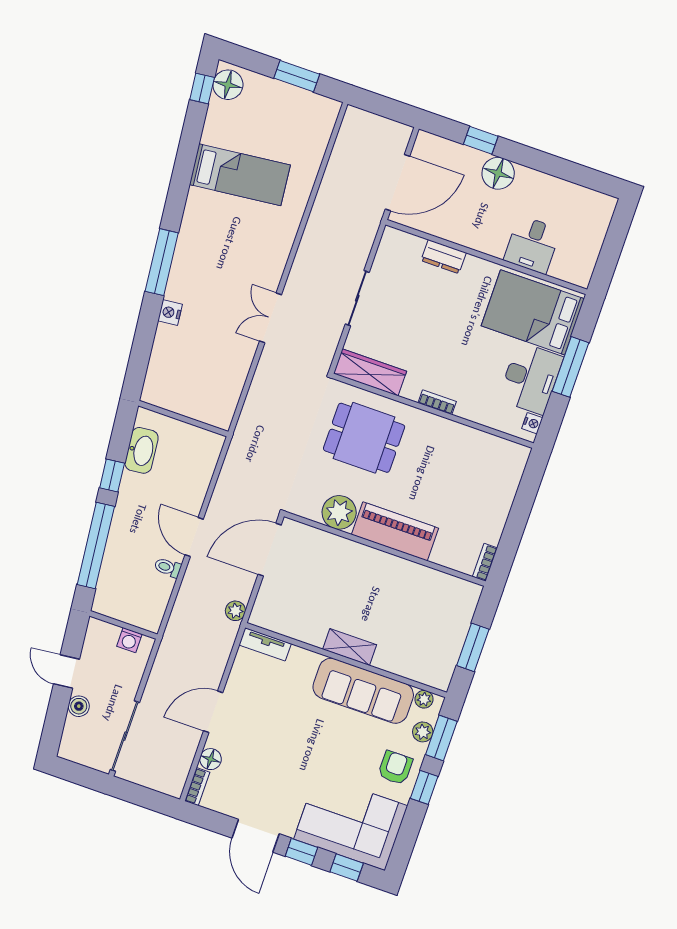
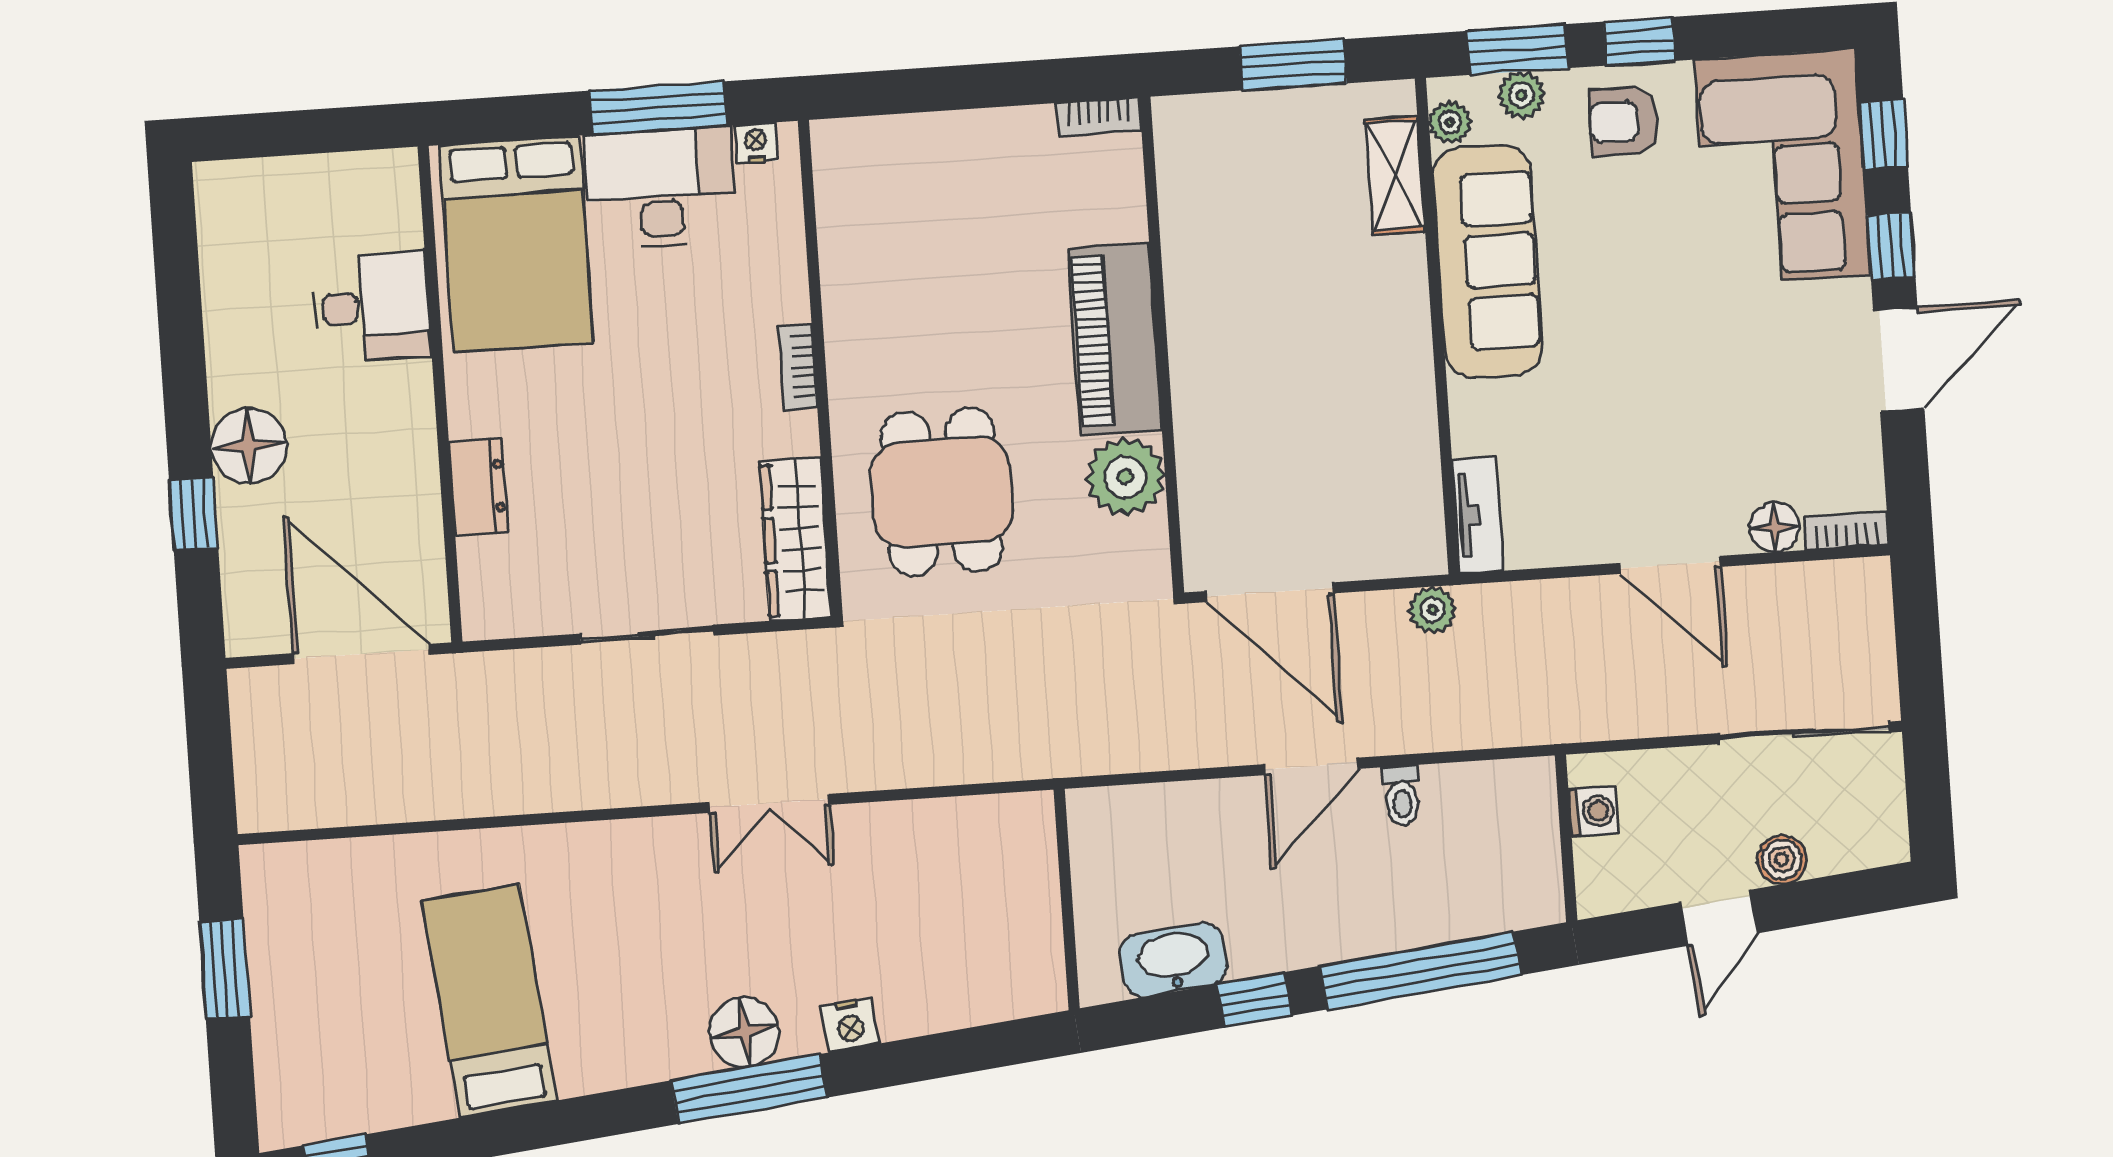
floor lamp: (228, 85) -> (744, 1032), moved
window: (571, 367) -> (658, 108), moved
shelving: (350, 647) -> (1395, 175), moved

